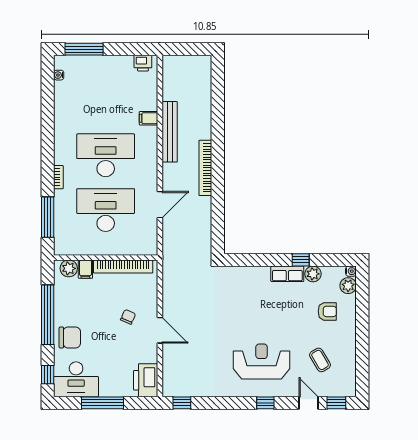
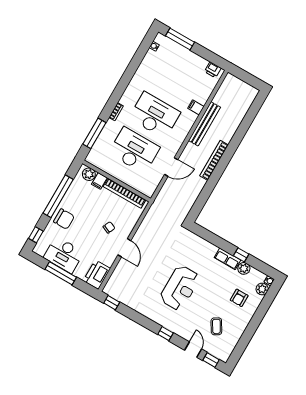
armchair: (327, 311) -> (239, 298), turned 90
reception desk: (262, 361) -> (180, 288), moved, turned 90
desk: (76, 379) -> (64, 255), moved

